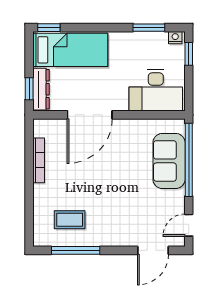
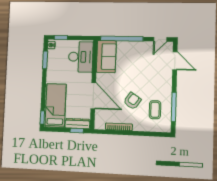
sofa: (169, 161) -> (106, 57), moved, turned -90
armchair: (83, 181) -> (132, 101), added
door: (189, 225) -> (160, 39), hinge flipped

